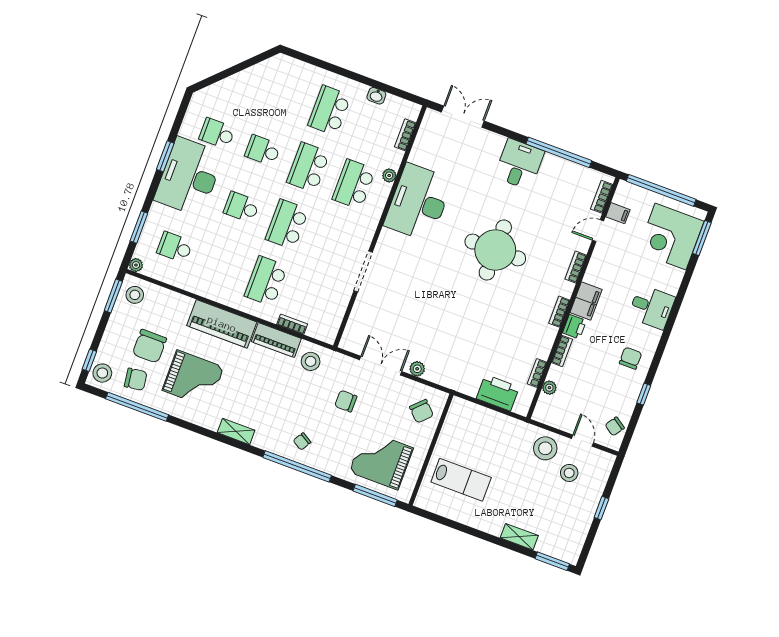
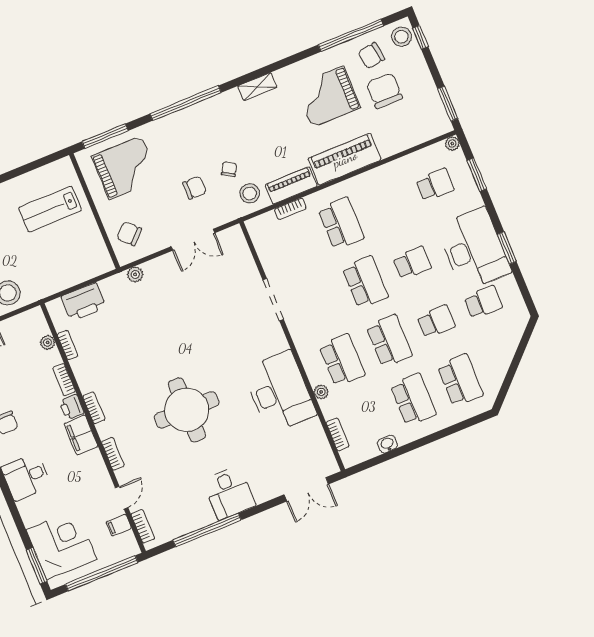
school desk: (284, 93) -> (460, 380), added
stool: (135, 295) -> (432, 120), removed
plant: (417, 369) -> (135, 274), moved
chair: (302, 441) -> (229, 169), moved

